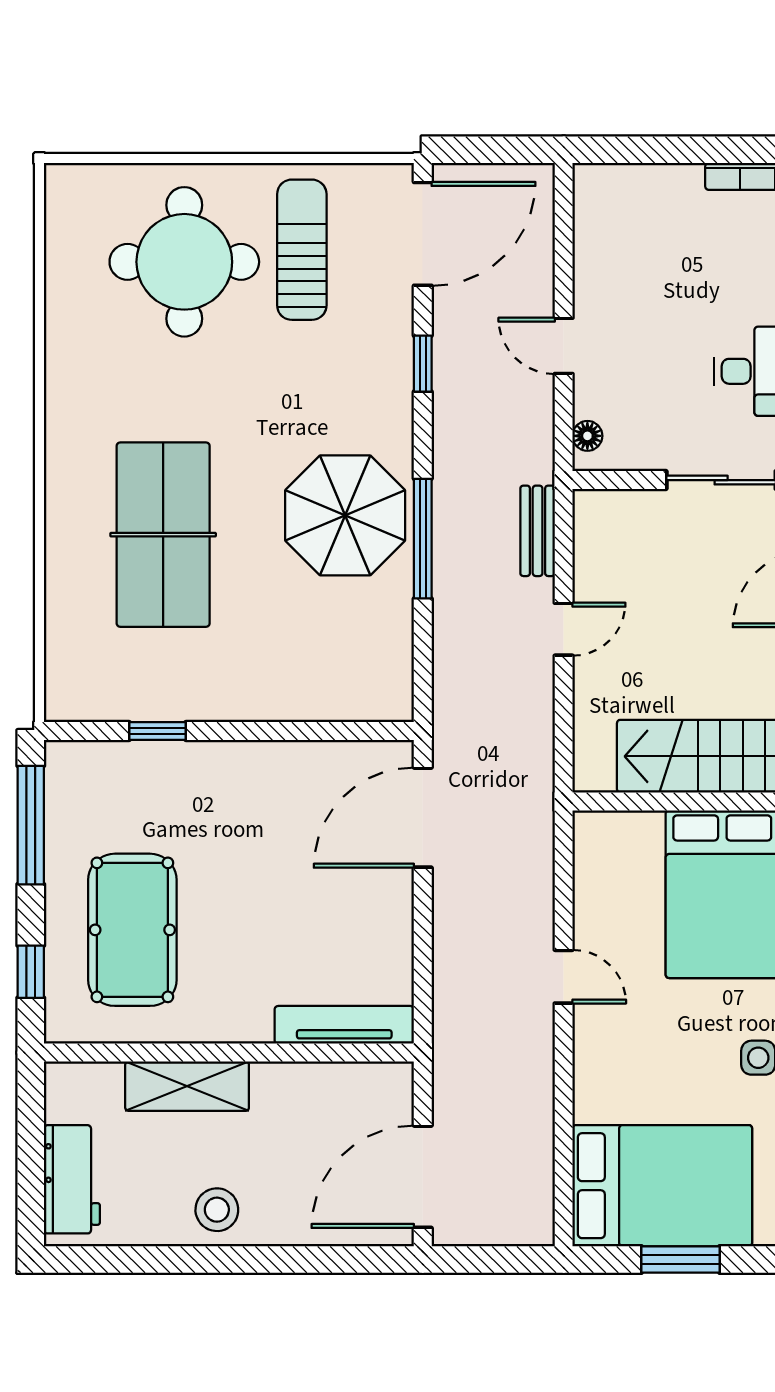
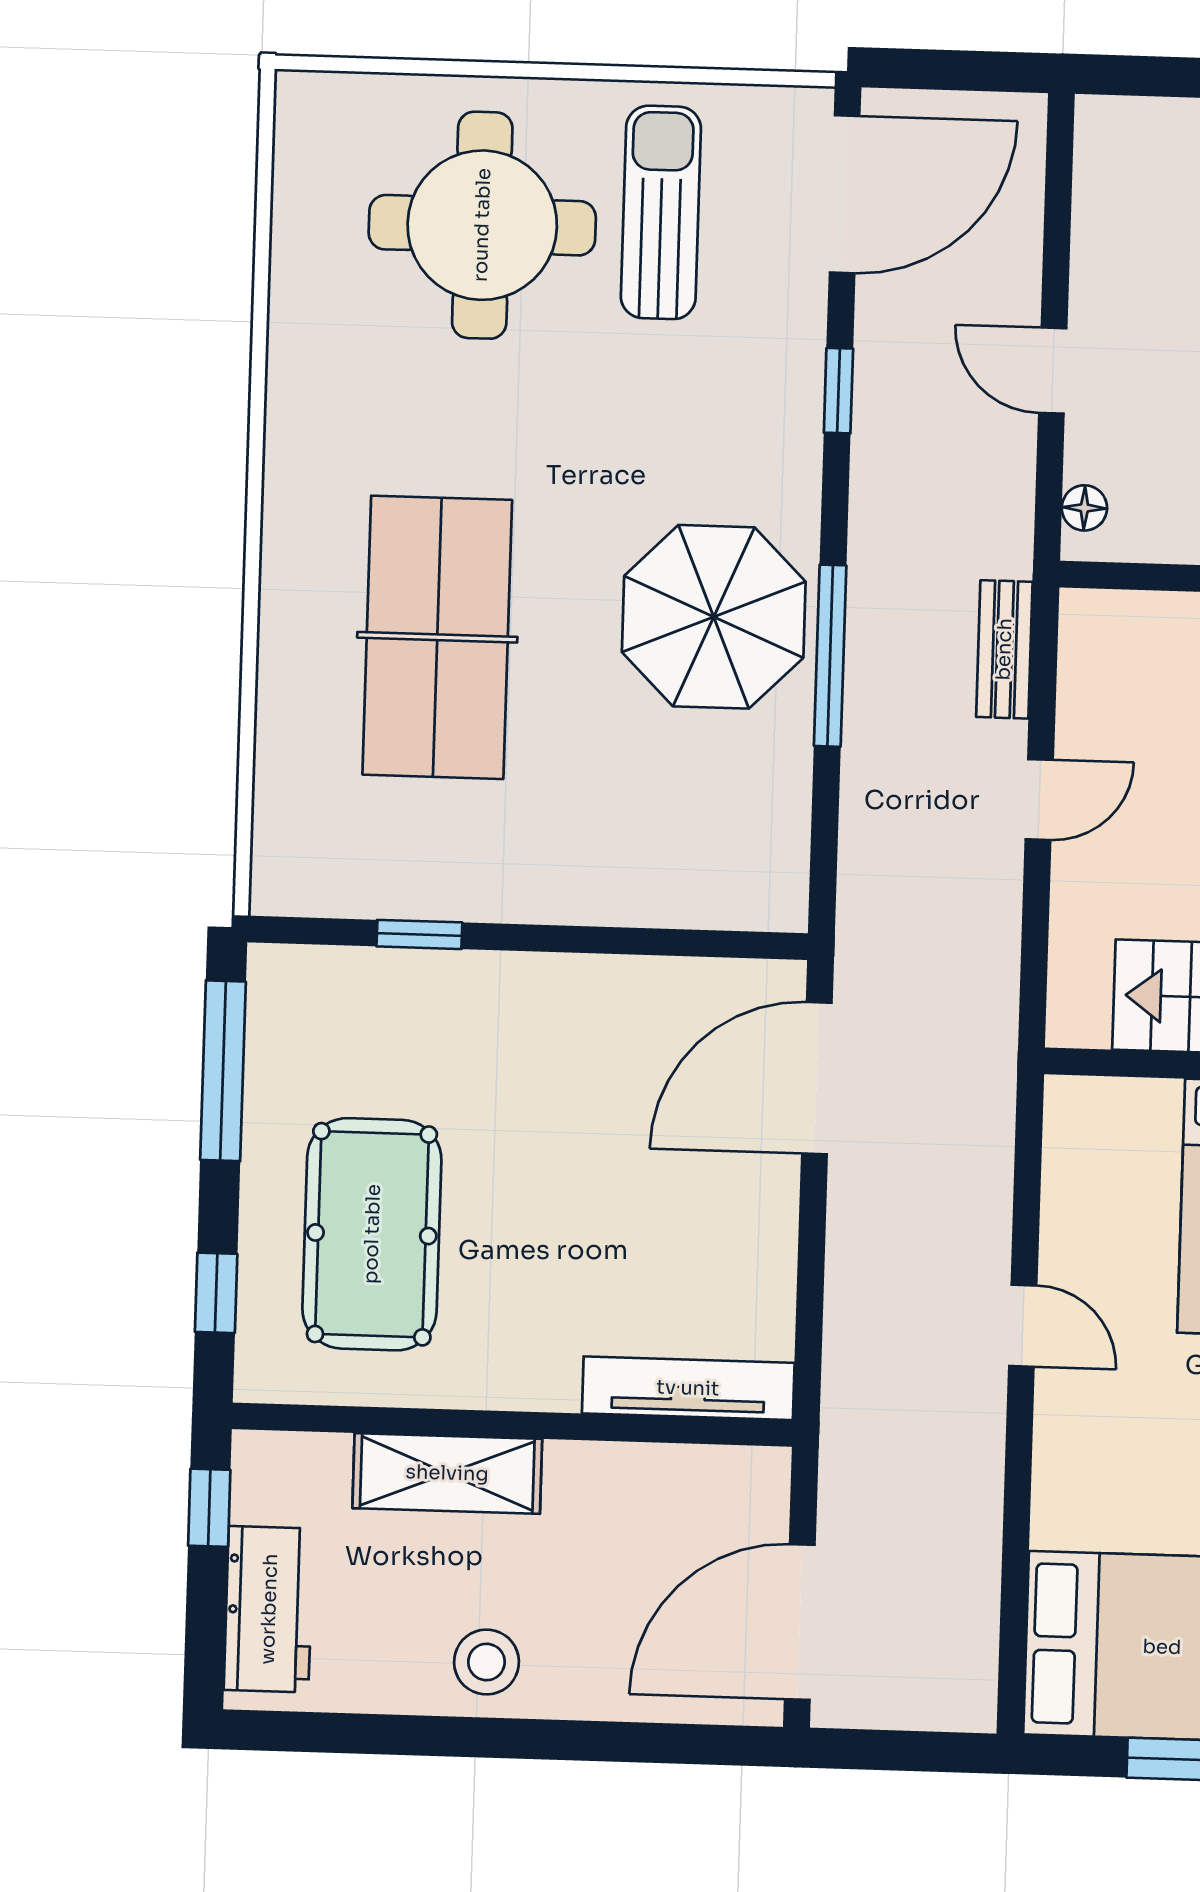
window: (31, 1114) -> (209, 1508), added

